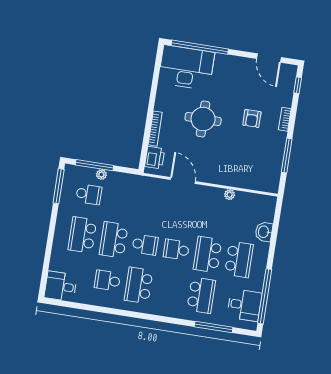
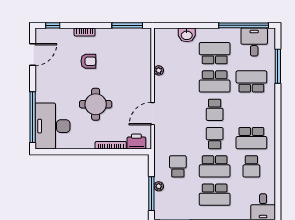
window: (287, 156) -> (127, 25), moved
school desk: (89, 194) -> (178, 166), moved

